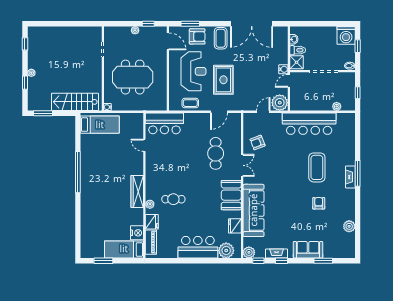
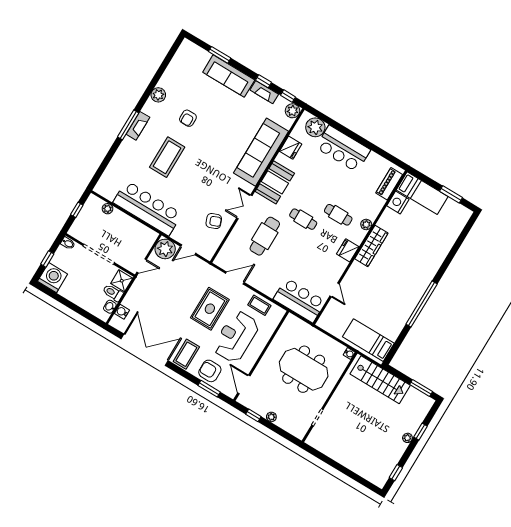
water cooler: (283, 69) -> (122, 312), moved
cafe table: (196, 181) -> (303, 219), added
fridge: (152, 222) -> (348, 250), moved
plant: (349, 226) -> (158, 95), moved
sofa: (308, 250) -> (229, 76), width x1.36

